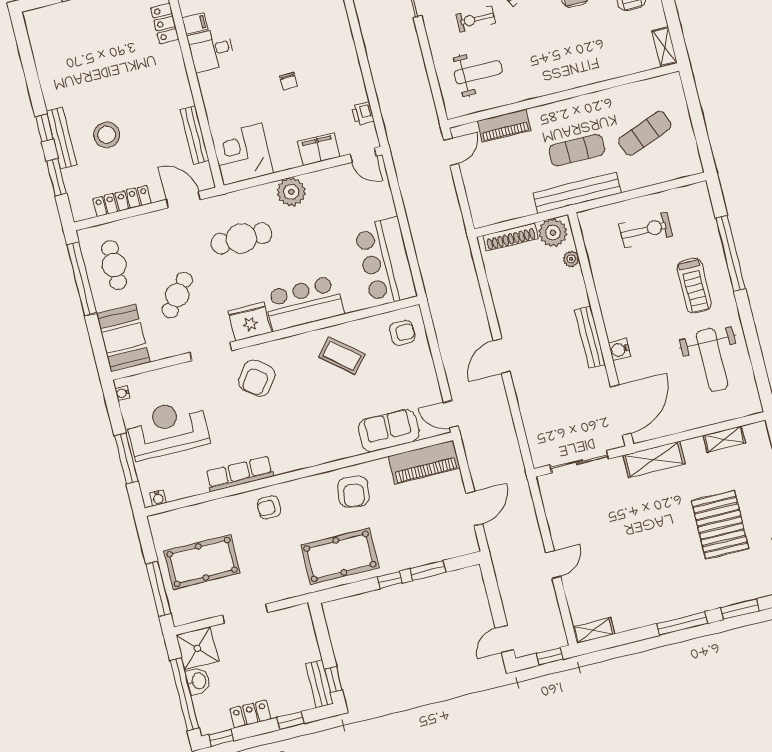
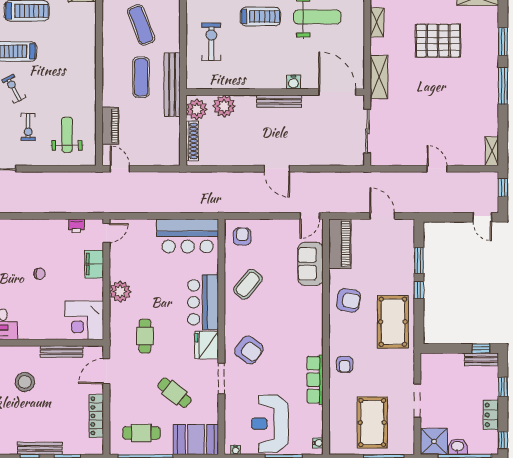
stool: (107, 135) -> (25, 382), moved
cafe table: (241, 238) -> (145, 336), width x0.73, depth x0.74
plant: (571, 259) -> (224, 106), width x1.88, depth x1.88

